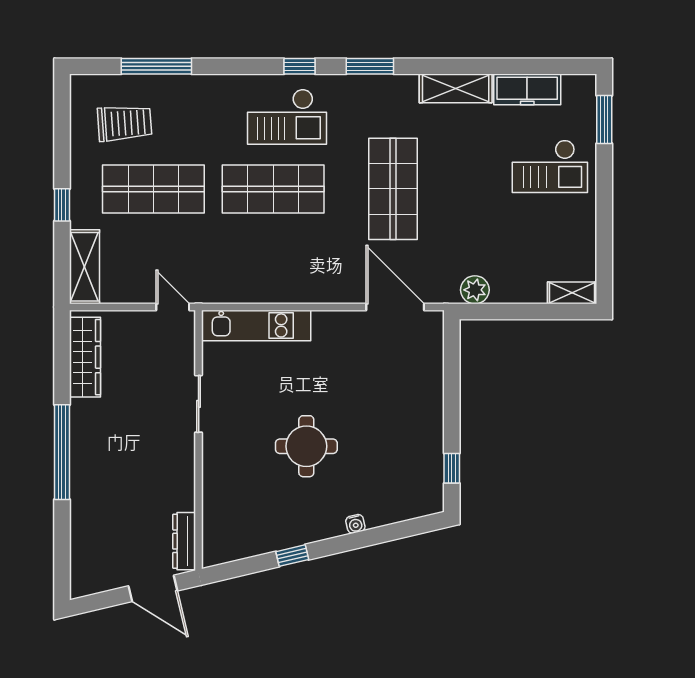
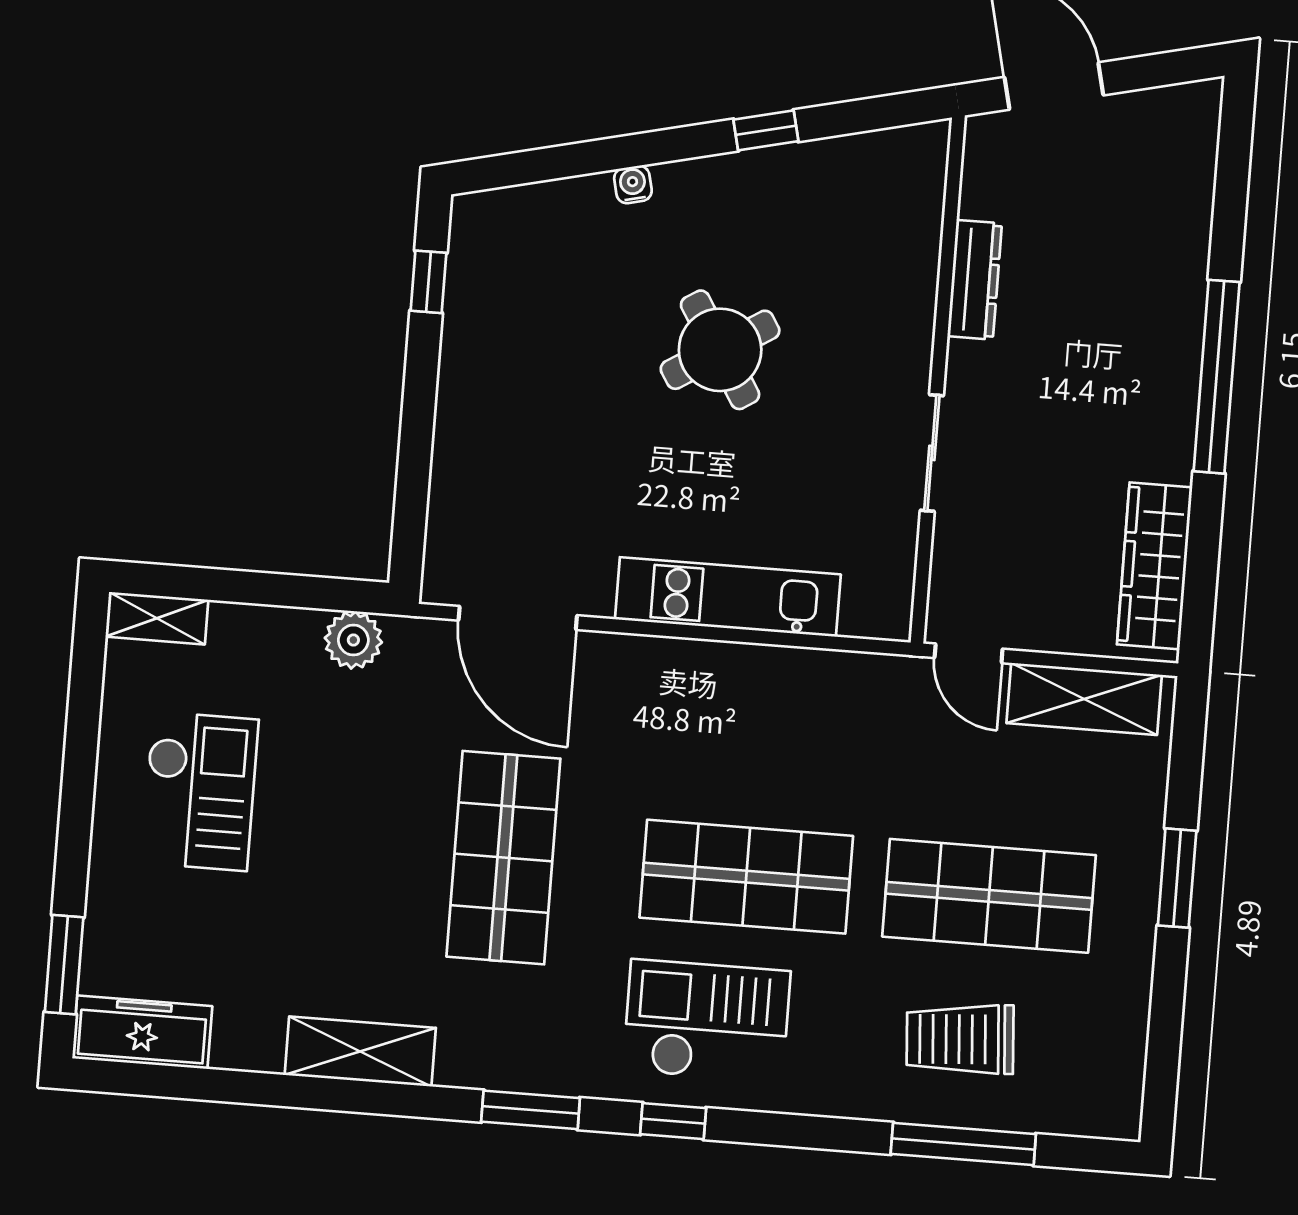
freezer: (527, 89) -> (142, 1032), moved
trolley: (125, 123) -> (960, 1039), moved
checkout: (550, 166) -> (200, 791), moved, turned 90
window: (62, 205) -> (1177, 878), width x1.50
shelving: (84, 267) -> (1084, 699), moved, turned 90
kitchen unit: (256, 325) -> (728, 597), moved
round table: (306, 446) -> (720, 350), turned -32
dresser: (184, 541) -> (975, 280), moved

